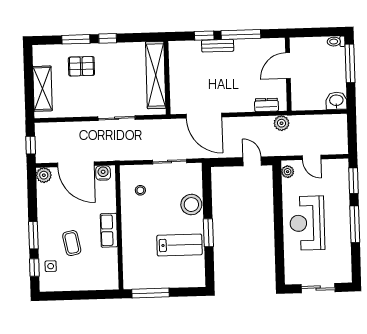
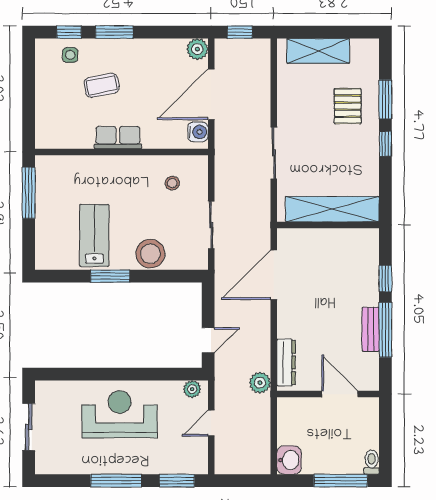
bench: (218, 46) -> (371, 329), moved
dresser: (266, 105) -> (286, 362), width x1.44
lab bench: (180, 245) -> (94, 235), turned 180

